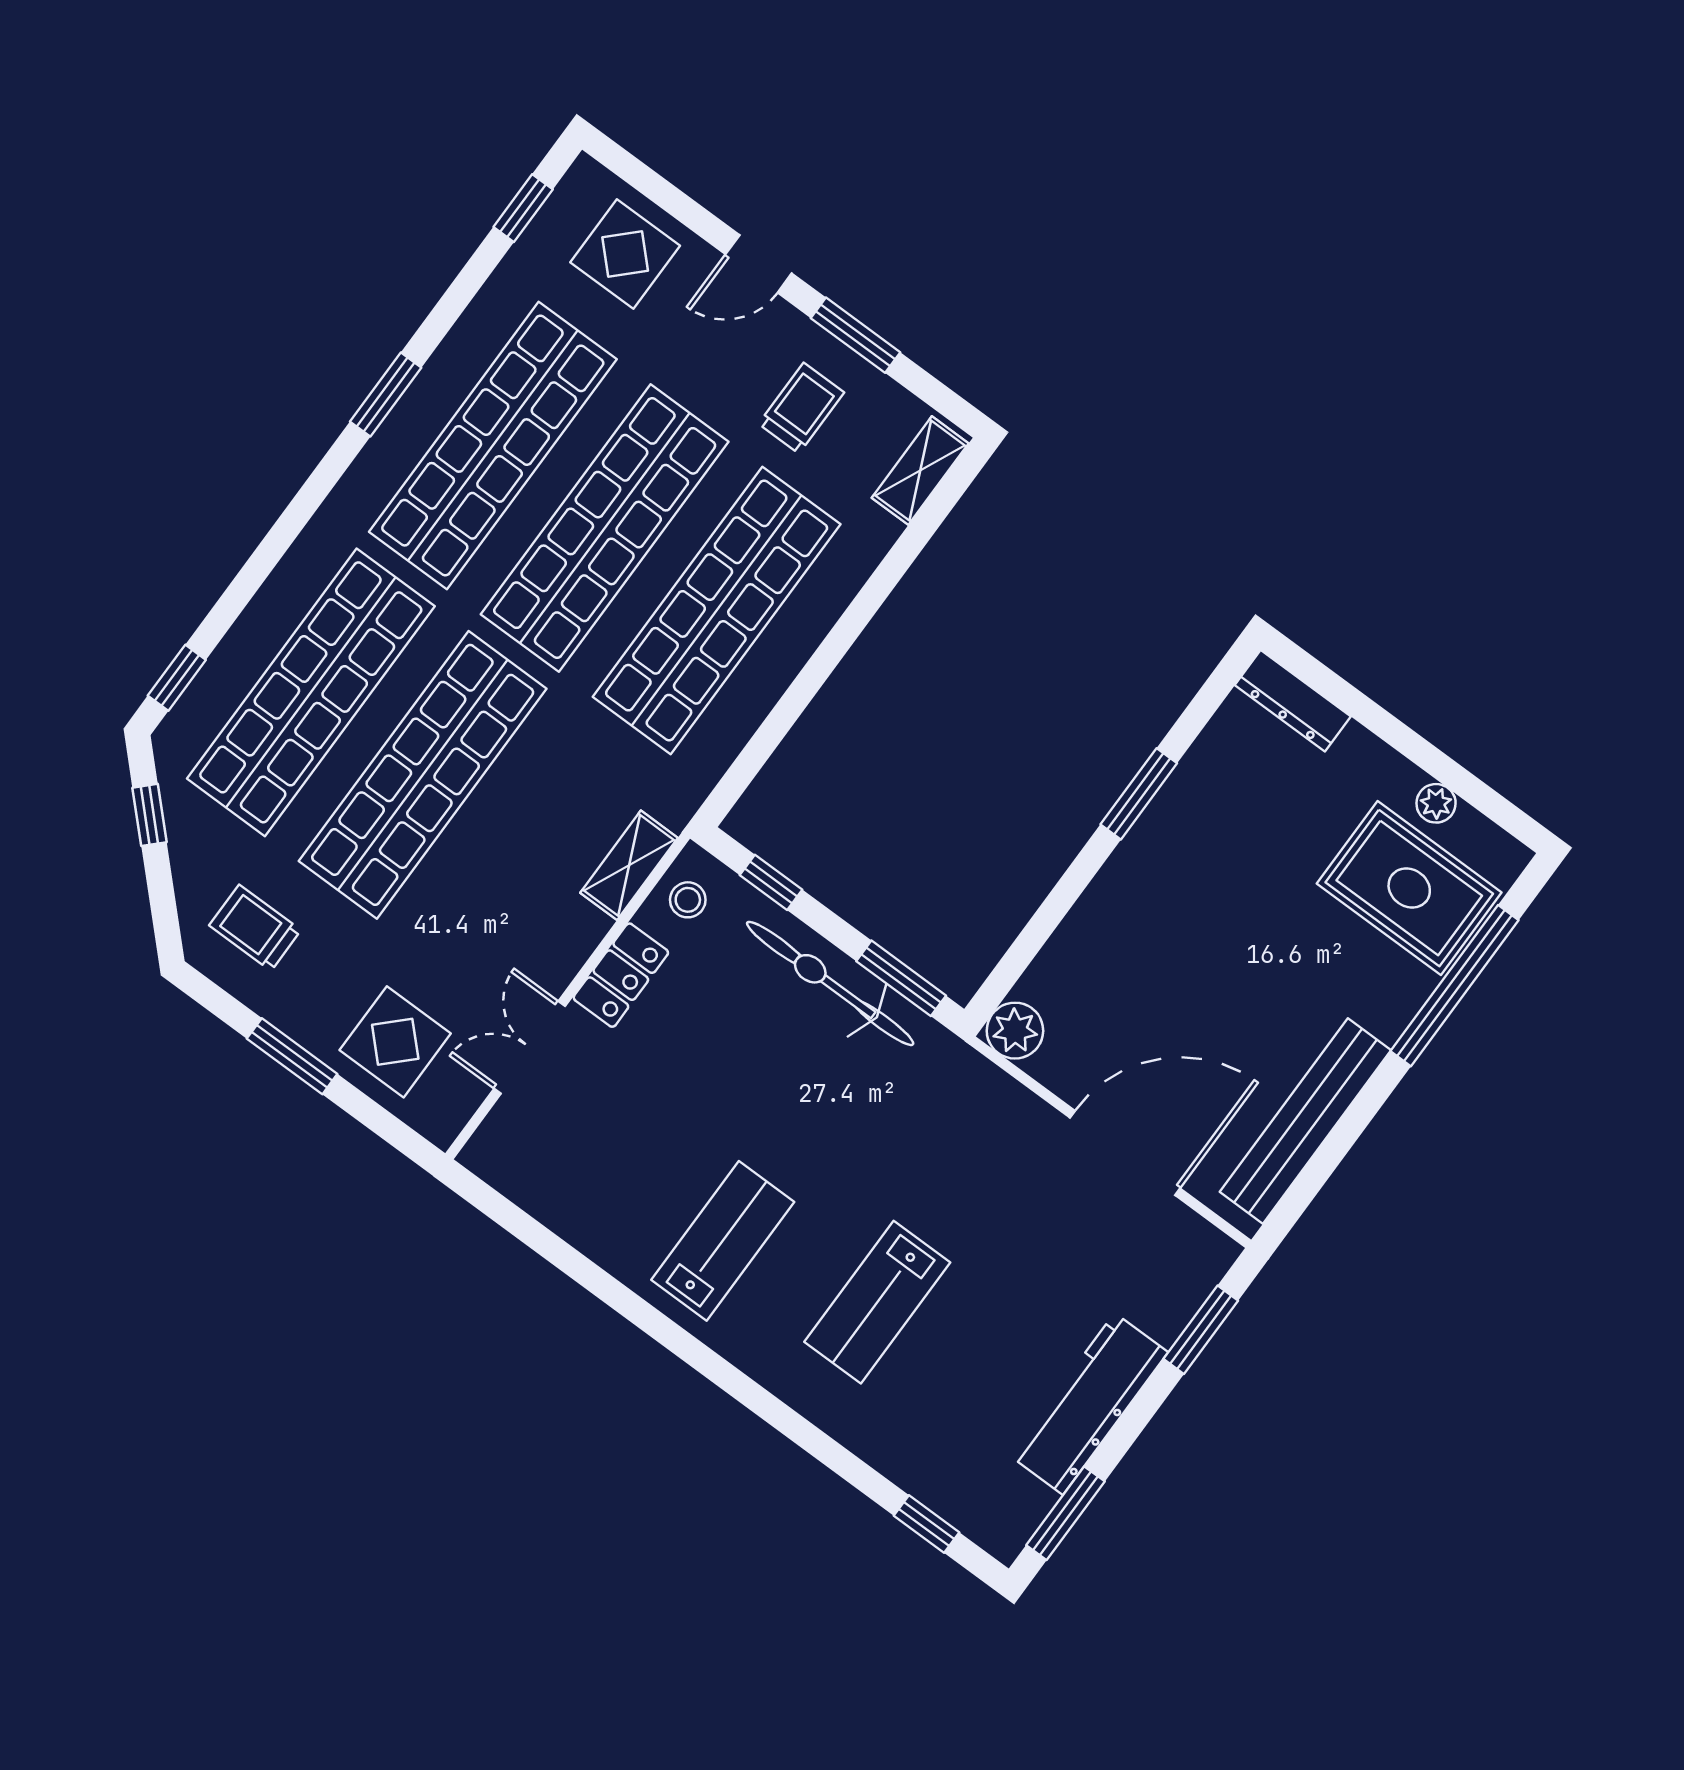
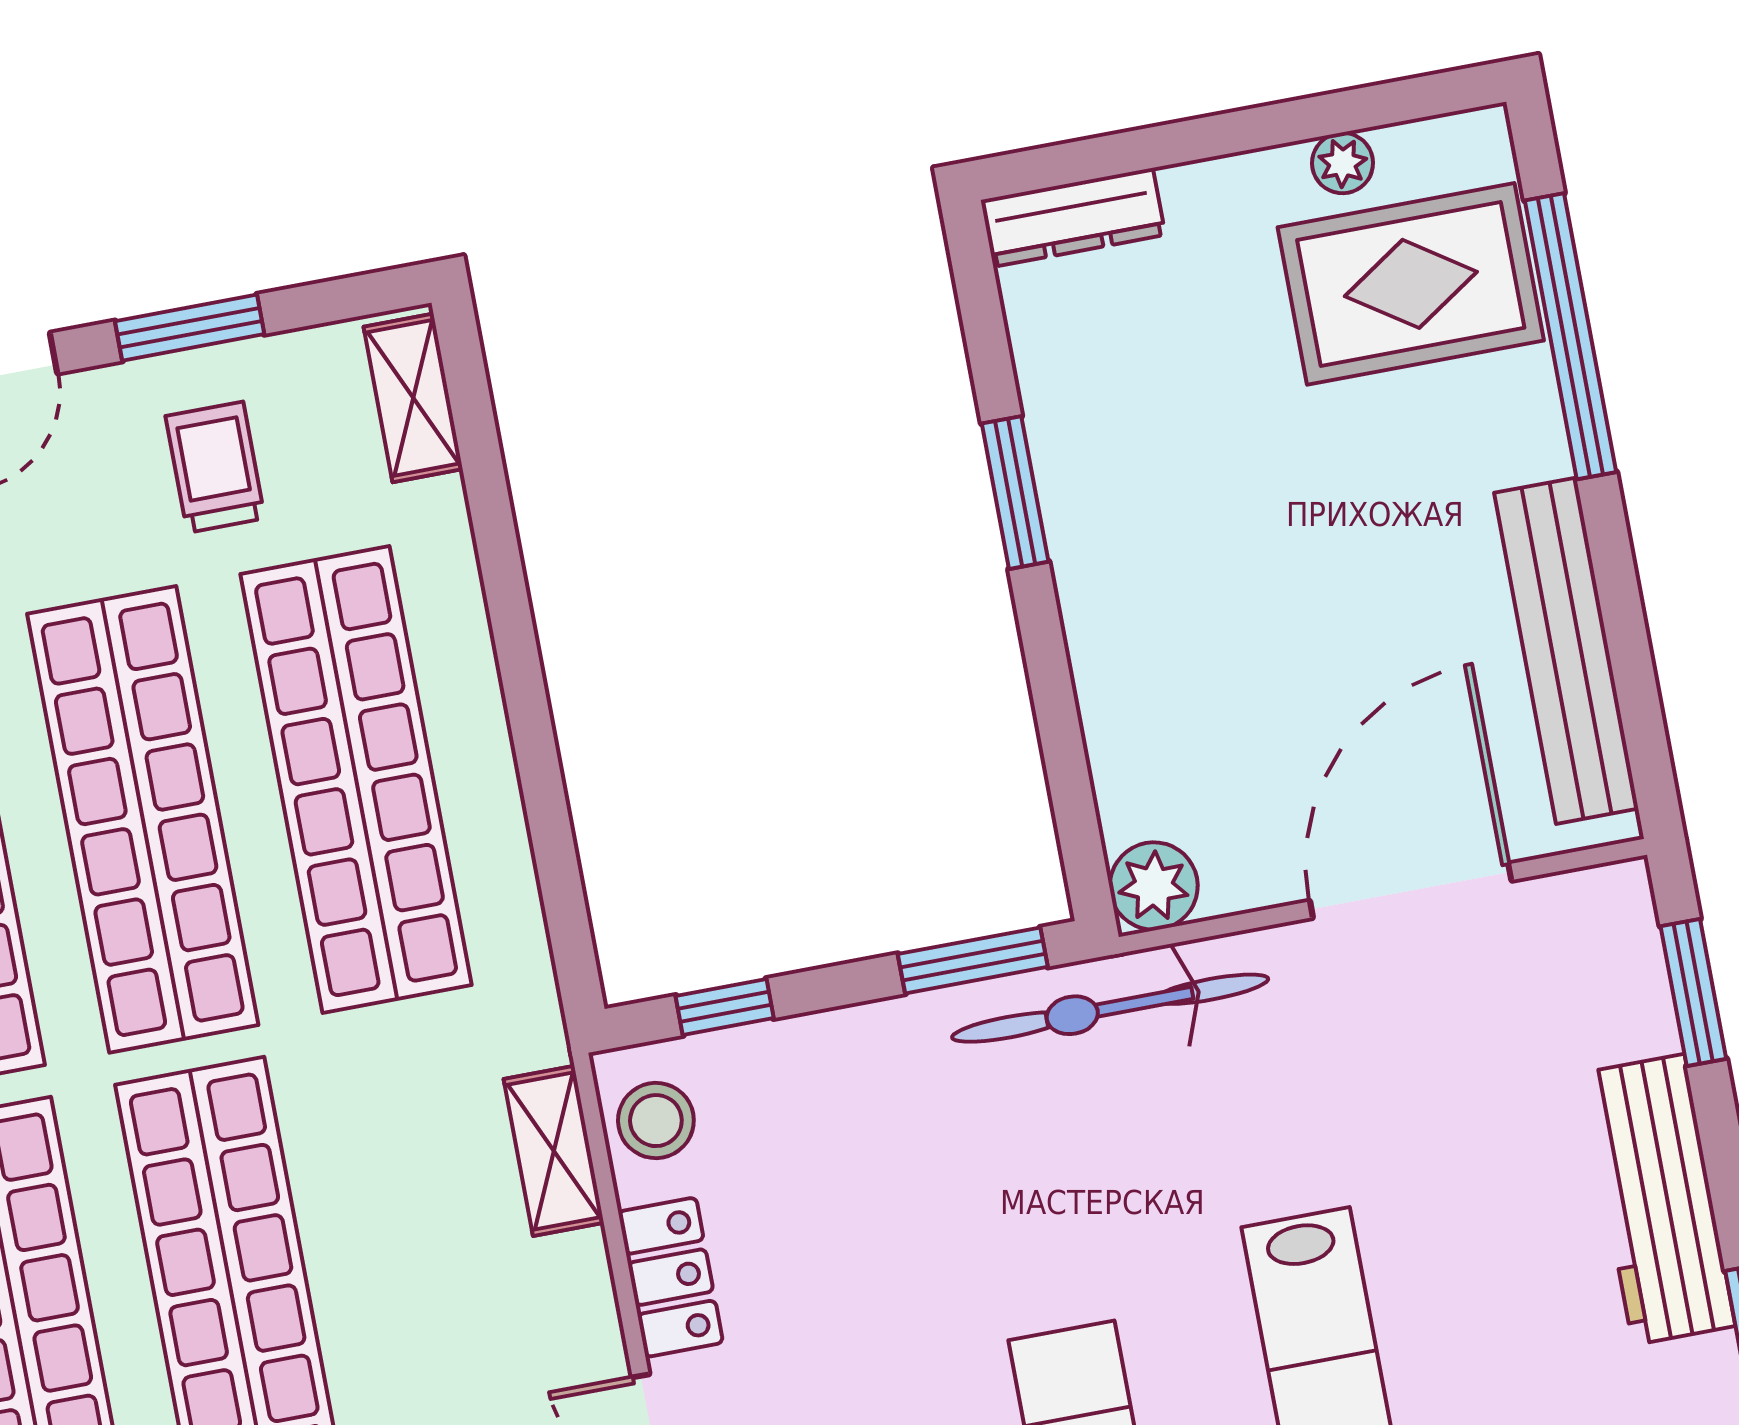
stool: (688, 900) -> (656, 1121), width x1.37, depth x1.37
bicycle: (830, 983) -> (1110, 1008), moved

